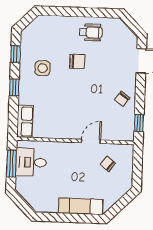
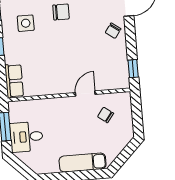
chair: (122, 99) -> (113, 31), moved
desk: (31, 162) -> (26, 137), moved

